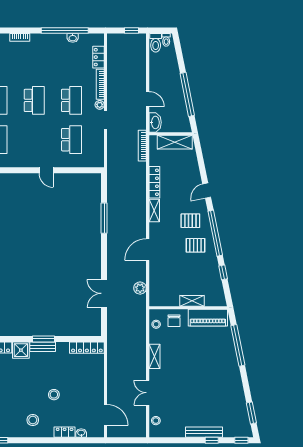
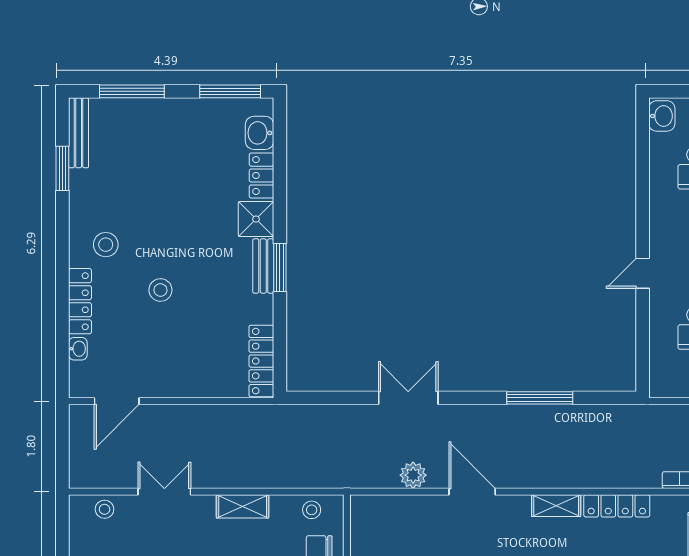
plant: (140, 288) -> (413, 475), moved
double door: (104, 293) -> (408, 398), moved
locker: (65, 432) -> (80, 301), width x1.53

